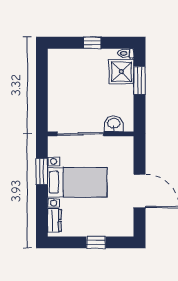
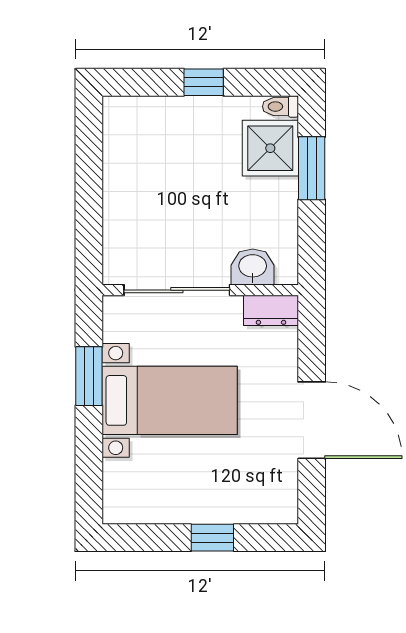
dresser: (54, 220) -> (271, 310), moved, turned 90

